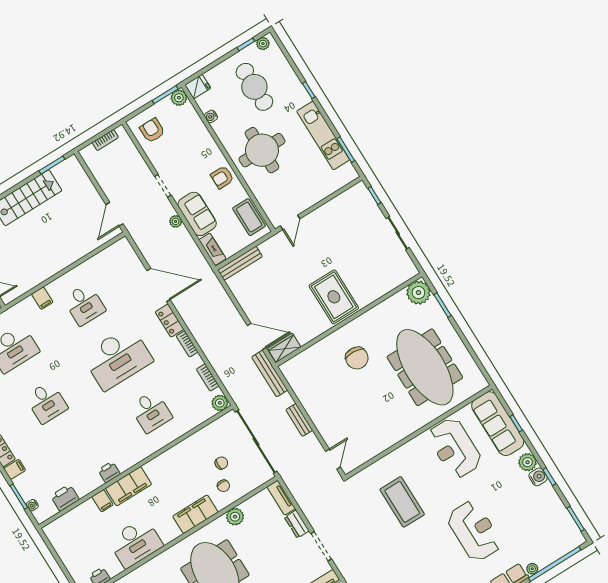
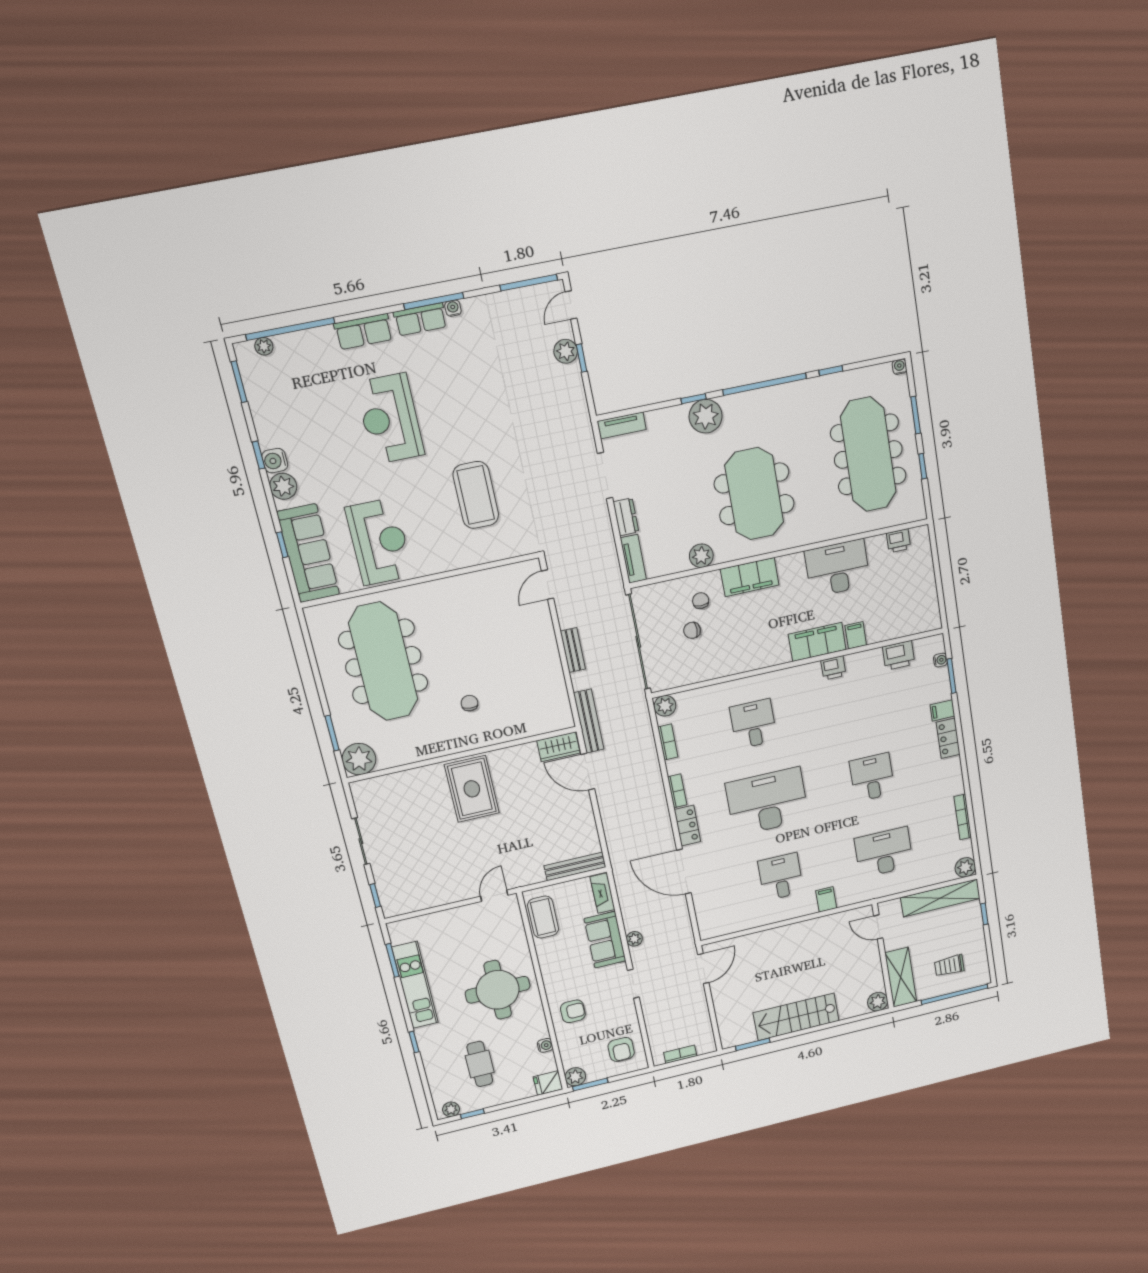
cafe table: (254, 87) -> (480, 1064), width x0.73, depth x0.74
armchair: (222, 177) -> (573, 1011), moved
chair: (357, 358) -> (469, 703), width x0.54, depth x0.54
plant: (532, 569) -> (264, 346), moved

